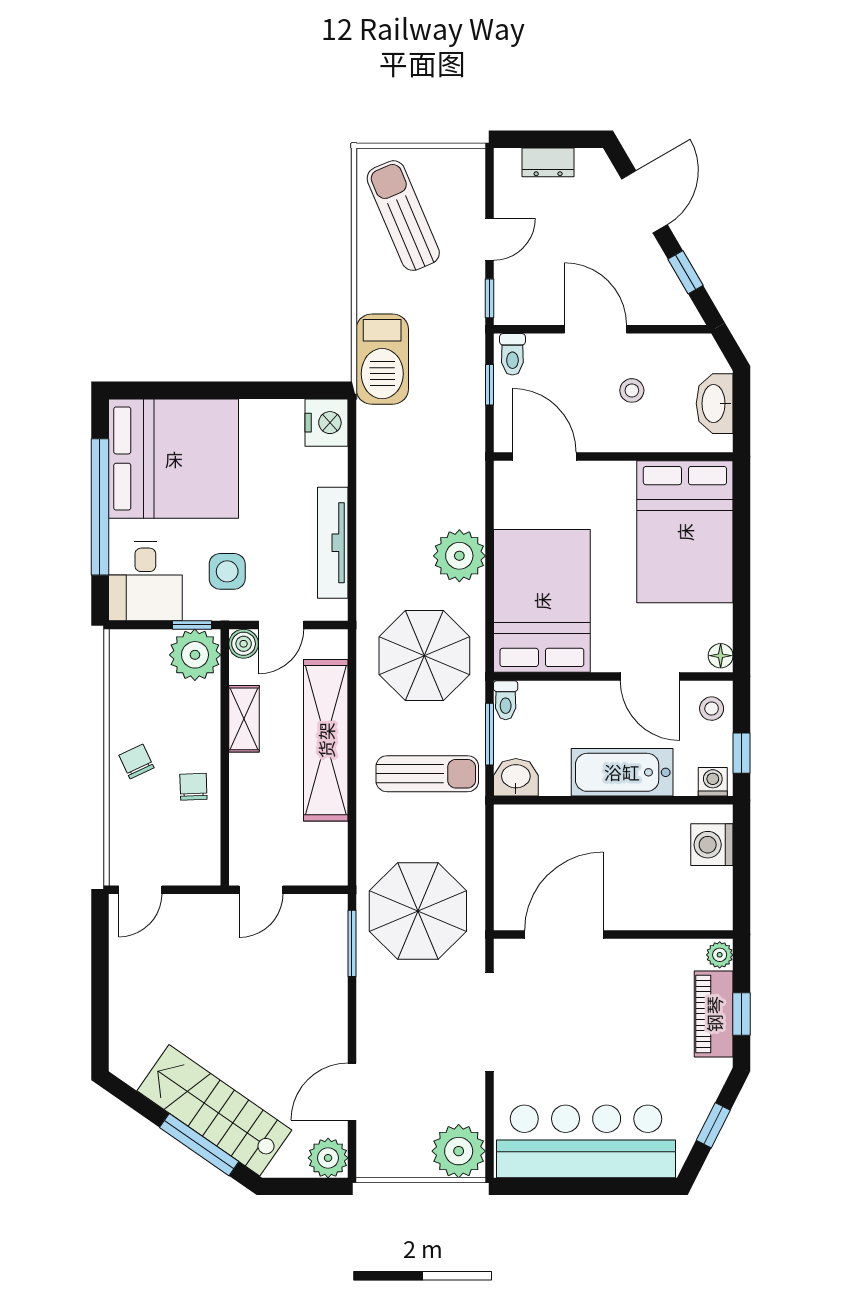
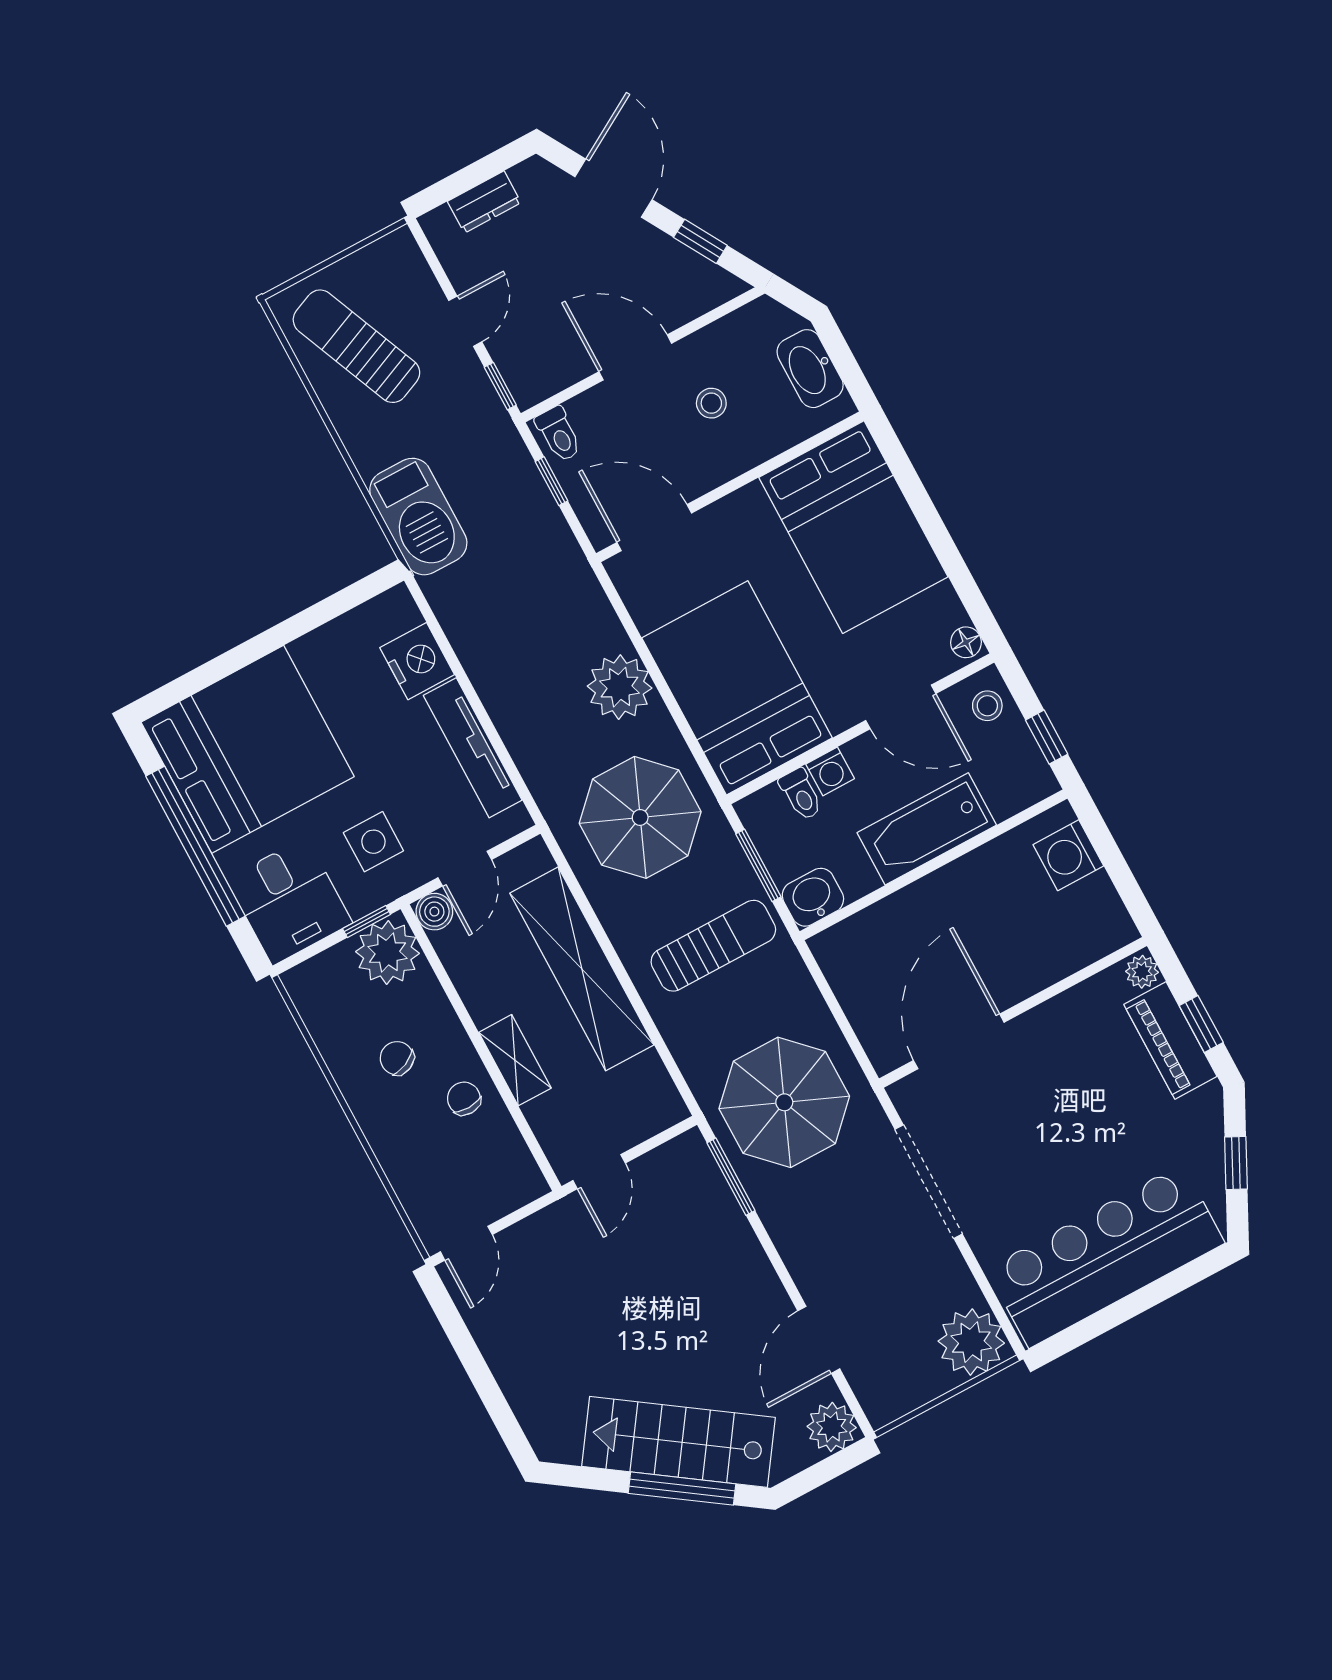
nightstand: (327, 423) -> (417, 661), moved
toilet: (506, 700) -> (801, 794), moved
shelving: (244, 719) -> (515, 1060), moved
chair: (136, 762) -> (397, 1058), moved
washing machine: (713, 782) -> (830, 771), moved, turned 180

